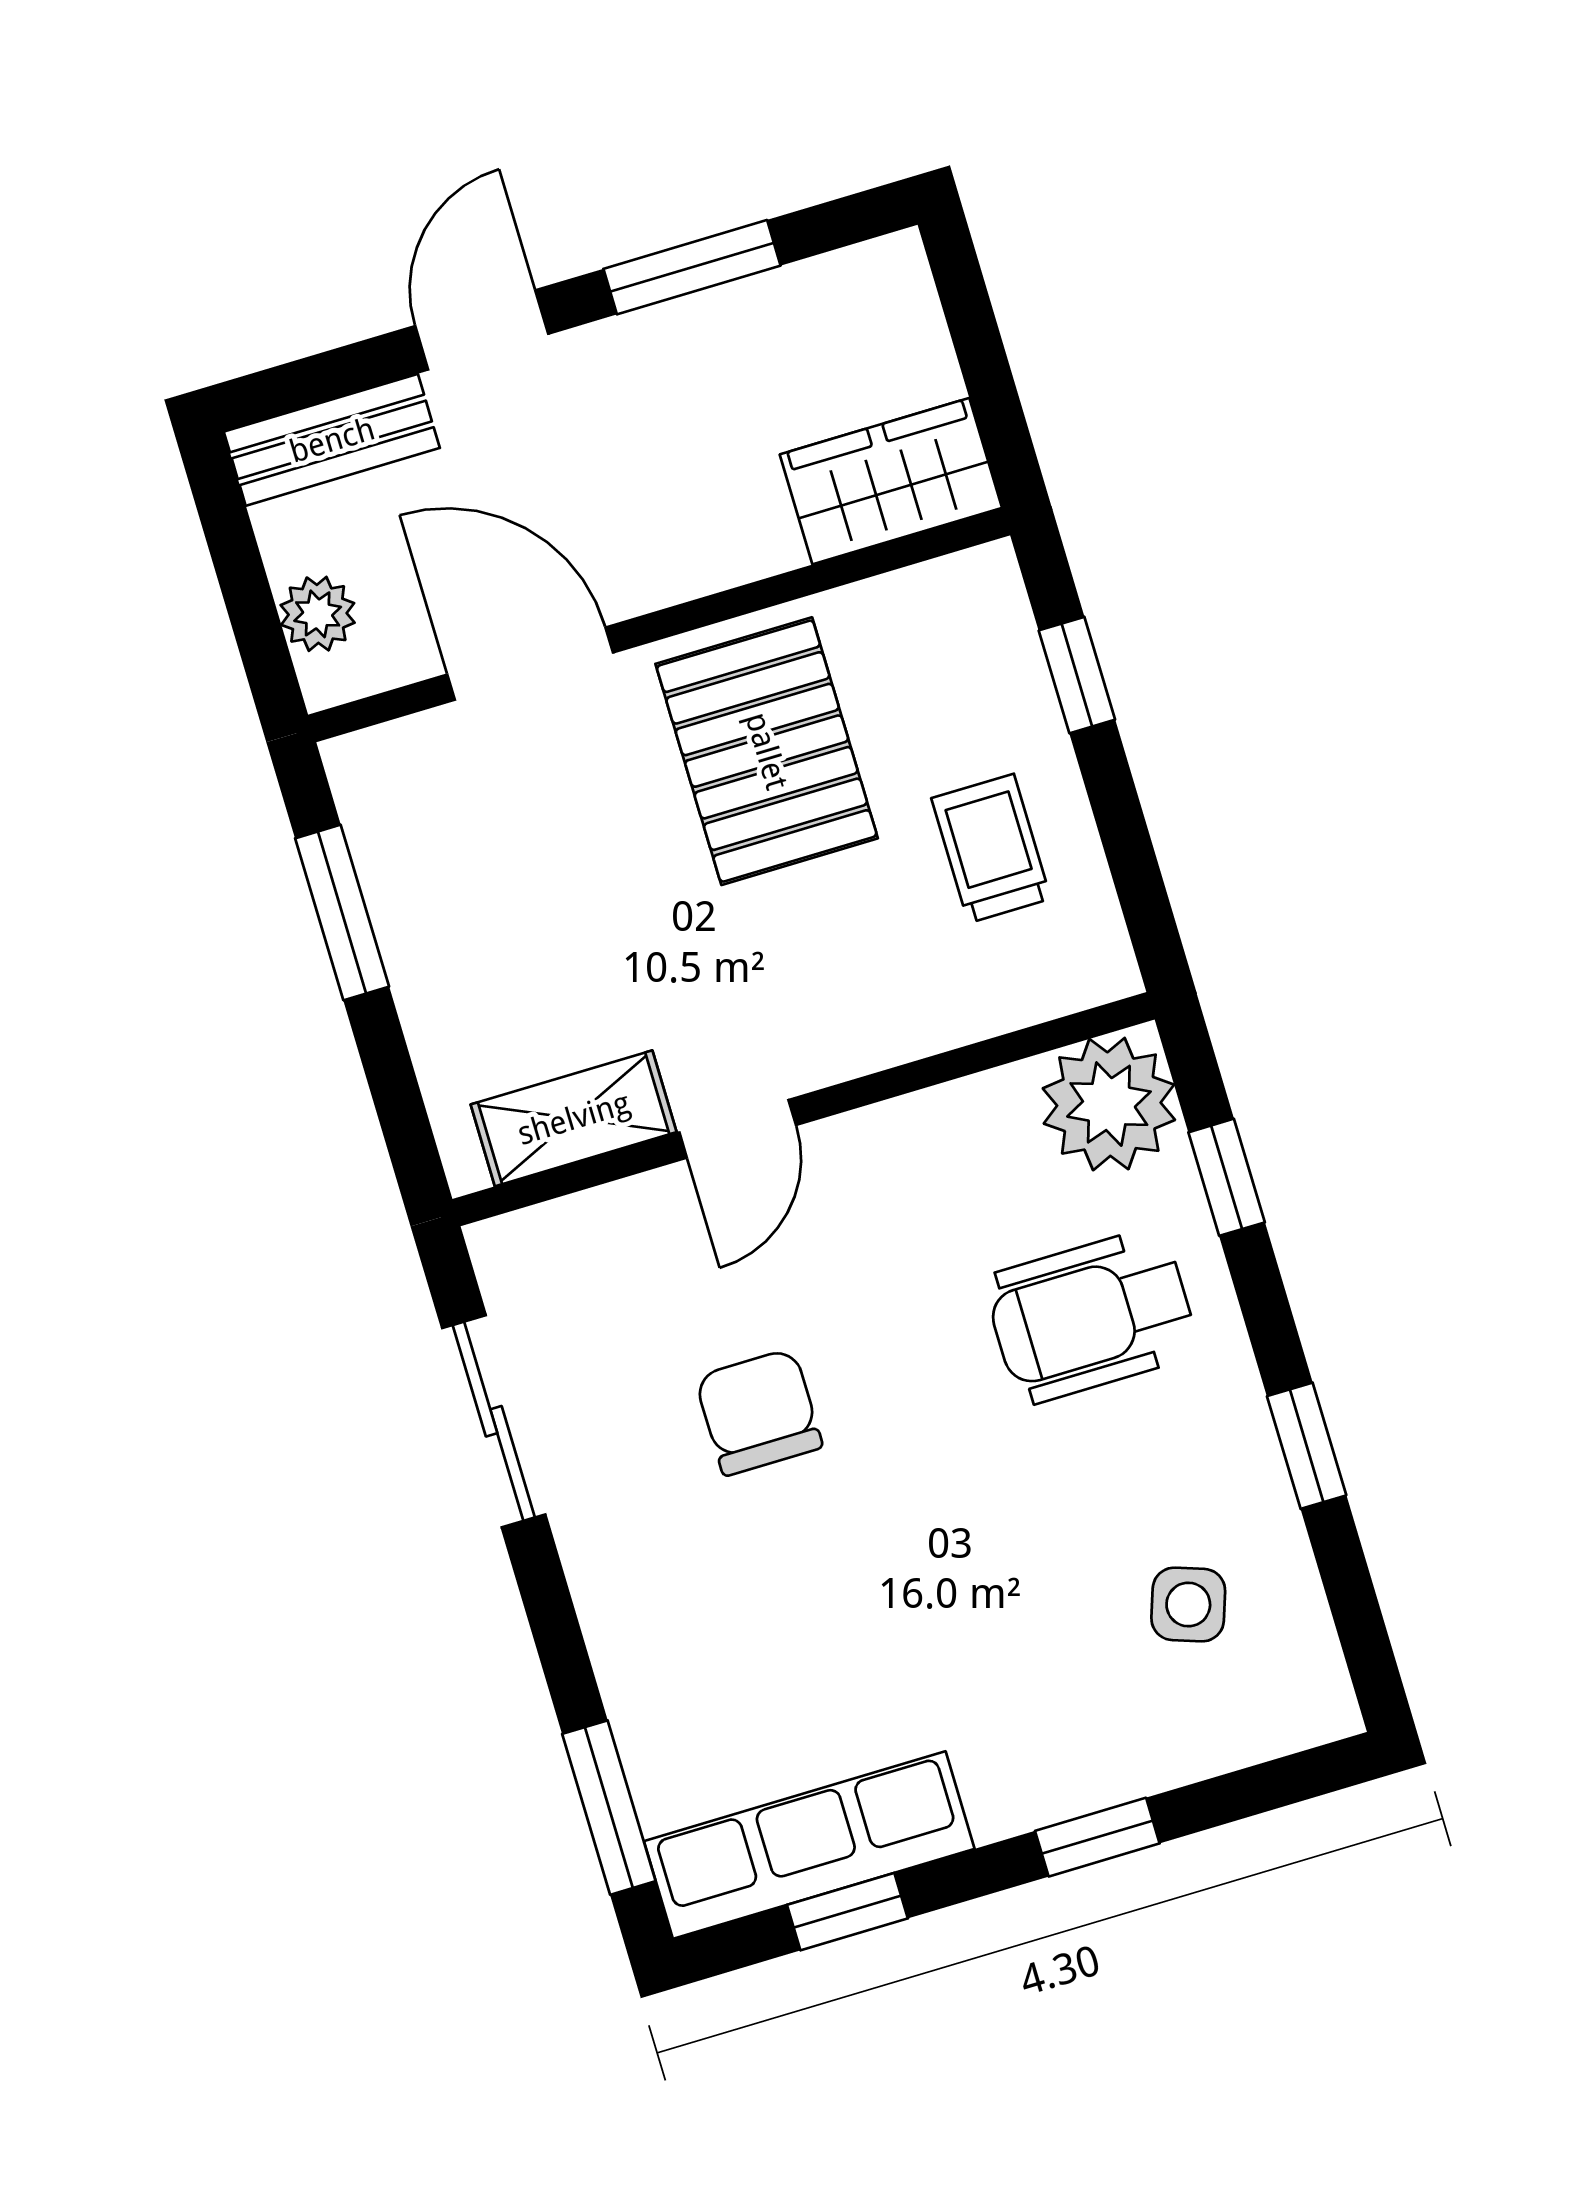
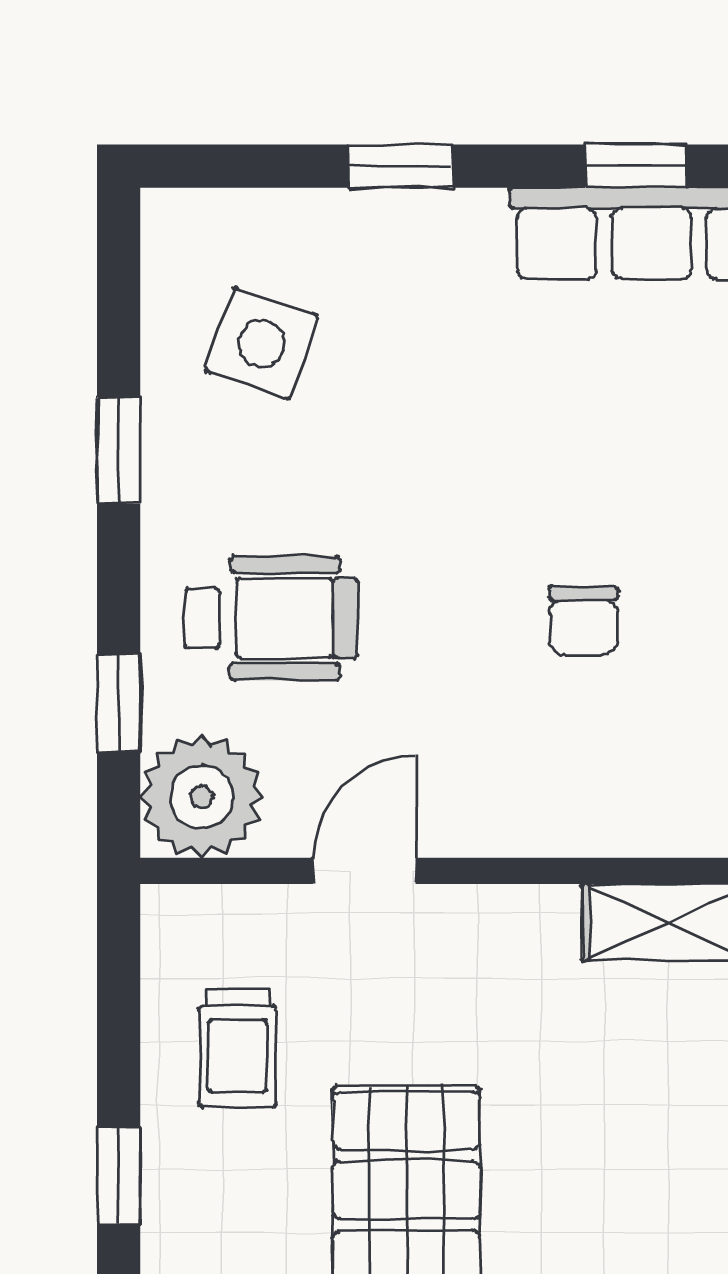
door: (738, 1129) -> (364, 871), moved
chair: (759, 1412) -> (584, 621), width x0.73, depth x0.73
side table: (1188, 1605) -> (262, 344), width x1.37, depth x1.37

